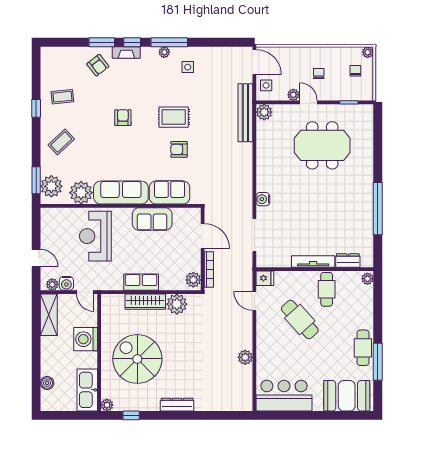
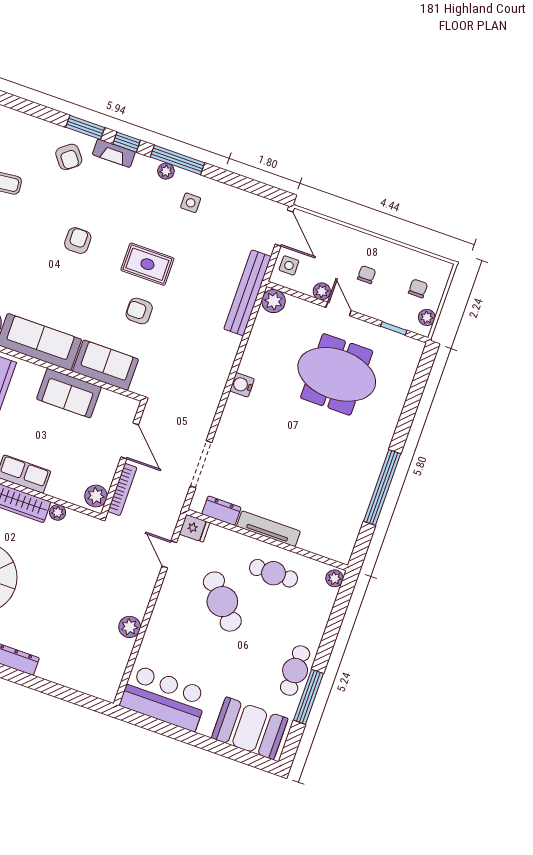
plant: (368, 52) -> (427, 317), moved
water cooler: (263, 199) -> (242, 385), moved
dresser: (348, 261) -> (221, 511), moved
cafe table: (327, 289) -> (273, 573), turned 90
plant: (177, 304) -> (58, 512), width x0.53, depth x0.53

